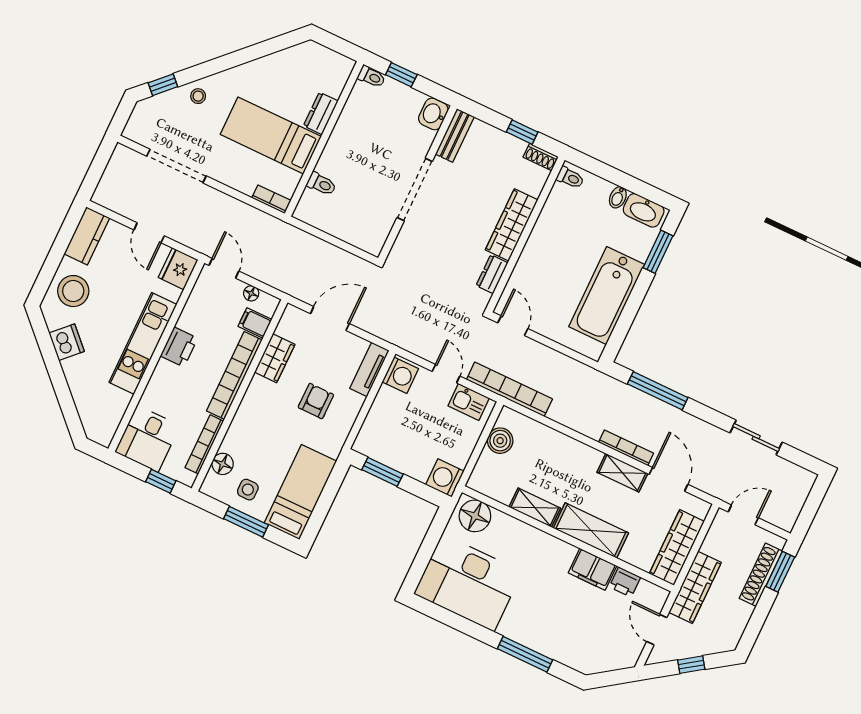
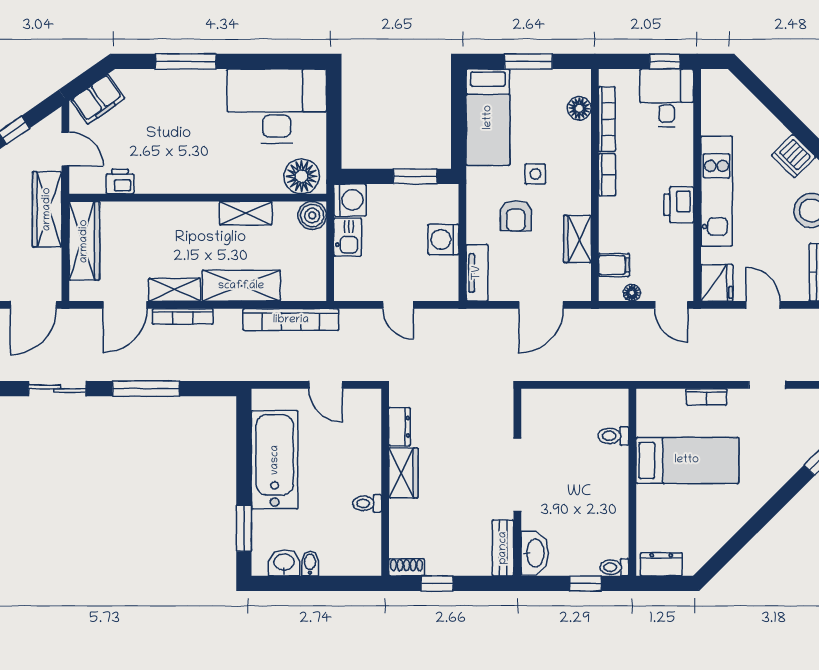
stool: (198, 96) -> (779, 465), removed
dresser: (321, 113) -> (661, 564), moved, turned -90
washbasin: (433, 114) -> (535, 553), width x1.38
doorway: (177, 166) -> (767, 385), width x0.53
toilet: (570, 178) -> (367, 503), moved
bookcase: (271, 199) -> (706, 397), moved
washbasin: (644, 210) -> (284, 563), width x0.72
wardrobe: (512, 225) -> (403, 473), width x0.67
door: (513, 326) -> (325, 385), moved
bookcase: (234, 375) -> (607, 175), width x0.43, depth x0.76
washing machine: (400, 375) -> (443, 239), moved
bookcase: (509, 389) -> (291, 320), moved
window: (658, 391) -> (146, 389), moved
kitchen sink: (469, 402) -> (348, 237), moved, turned 90
boiler: (500, 441) -> (312, 215), moved
door: (669, 479) -> (125, 305), hinge flipped
window: (161, 481) -> (665, 61), moved
side table: (248, 490) -> (535, 174), moved
door: (743, 515) -> (33, 305), width x1.38
shelving: (591, 530) -> (241, 286), moved
filing cabinet: (593, 569) -> (98, 99), moved, turned 145

